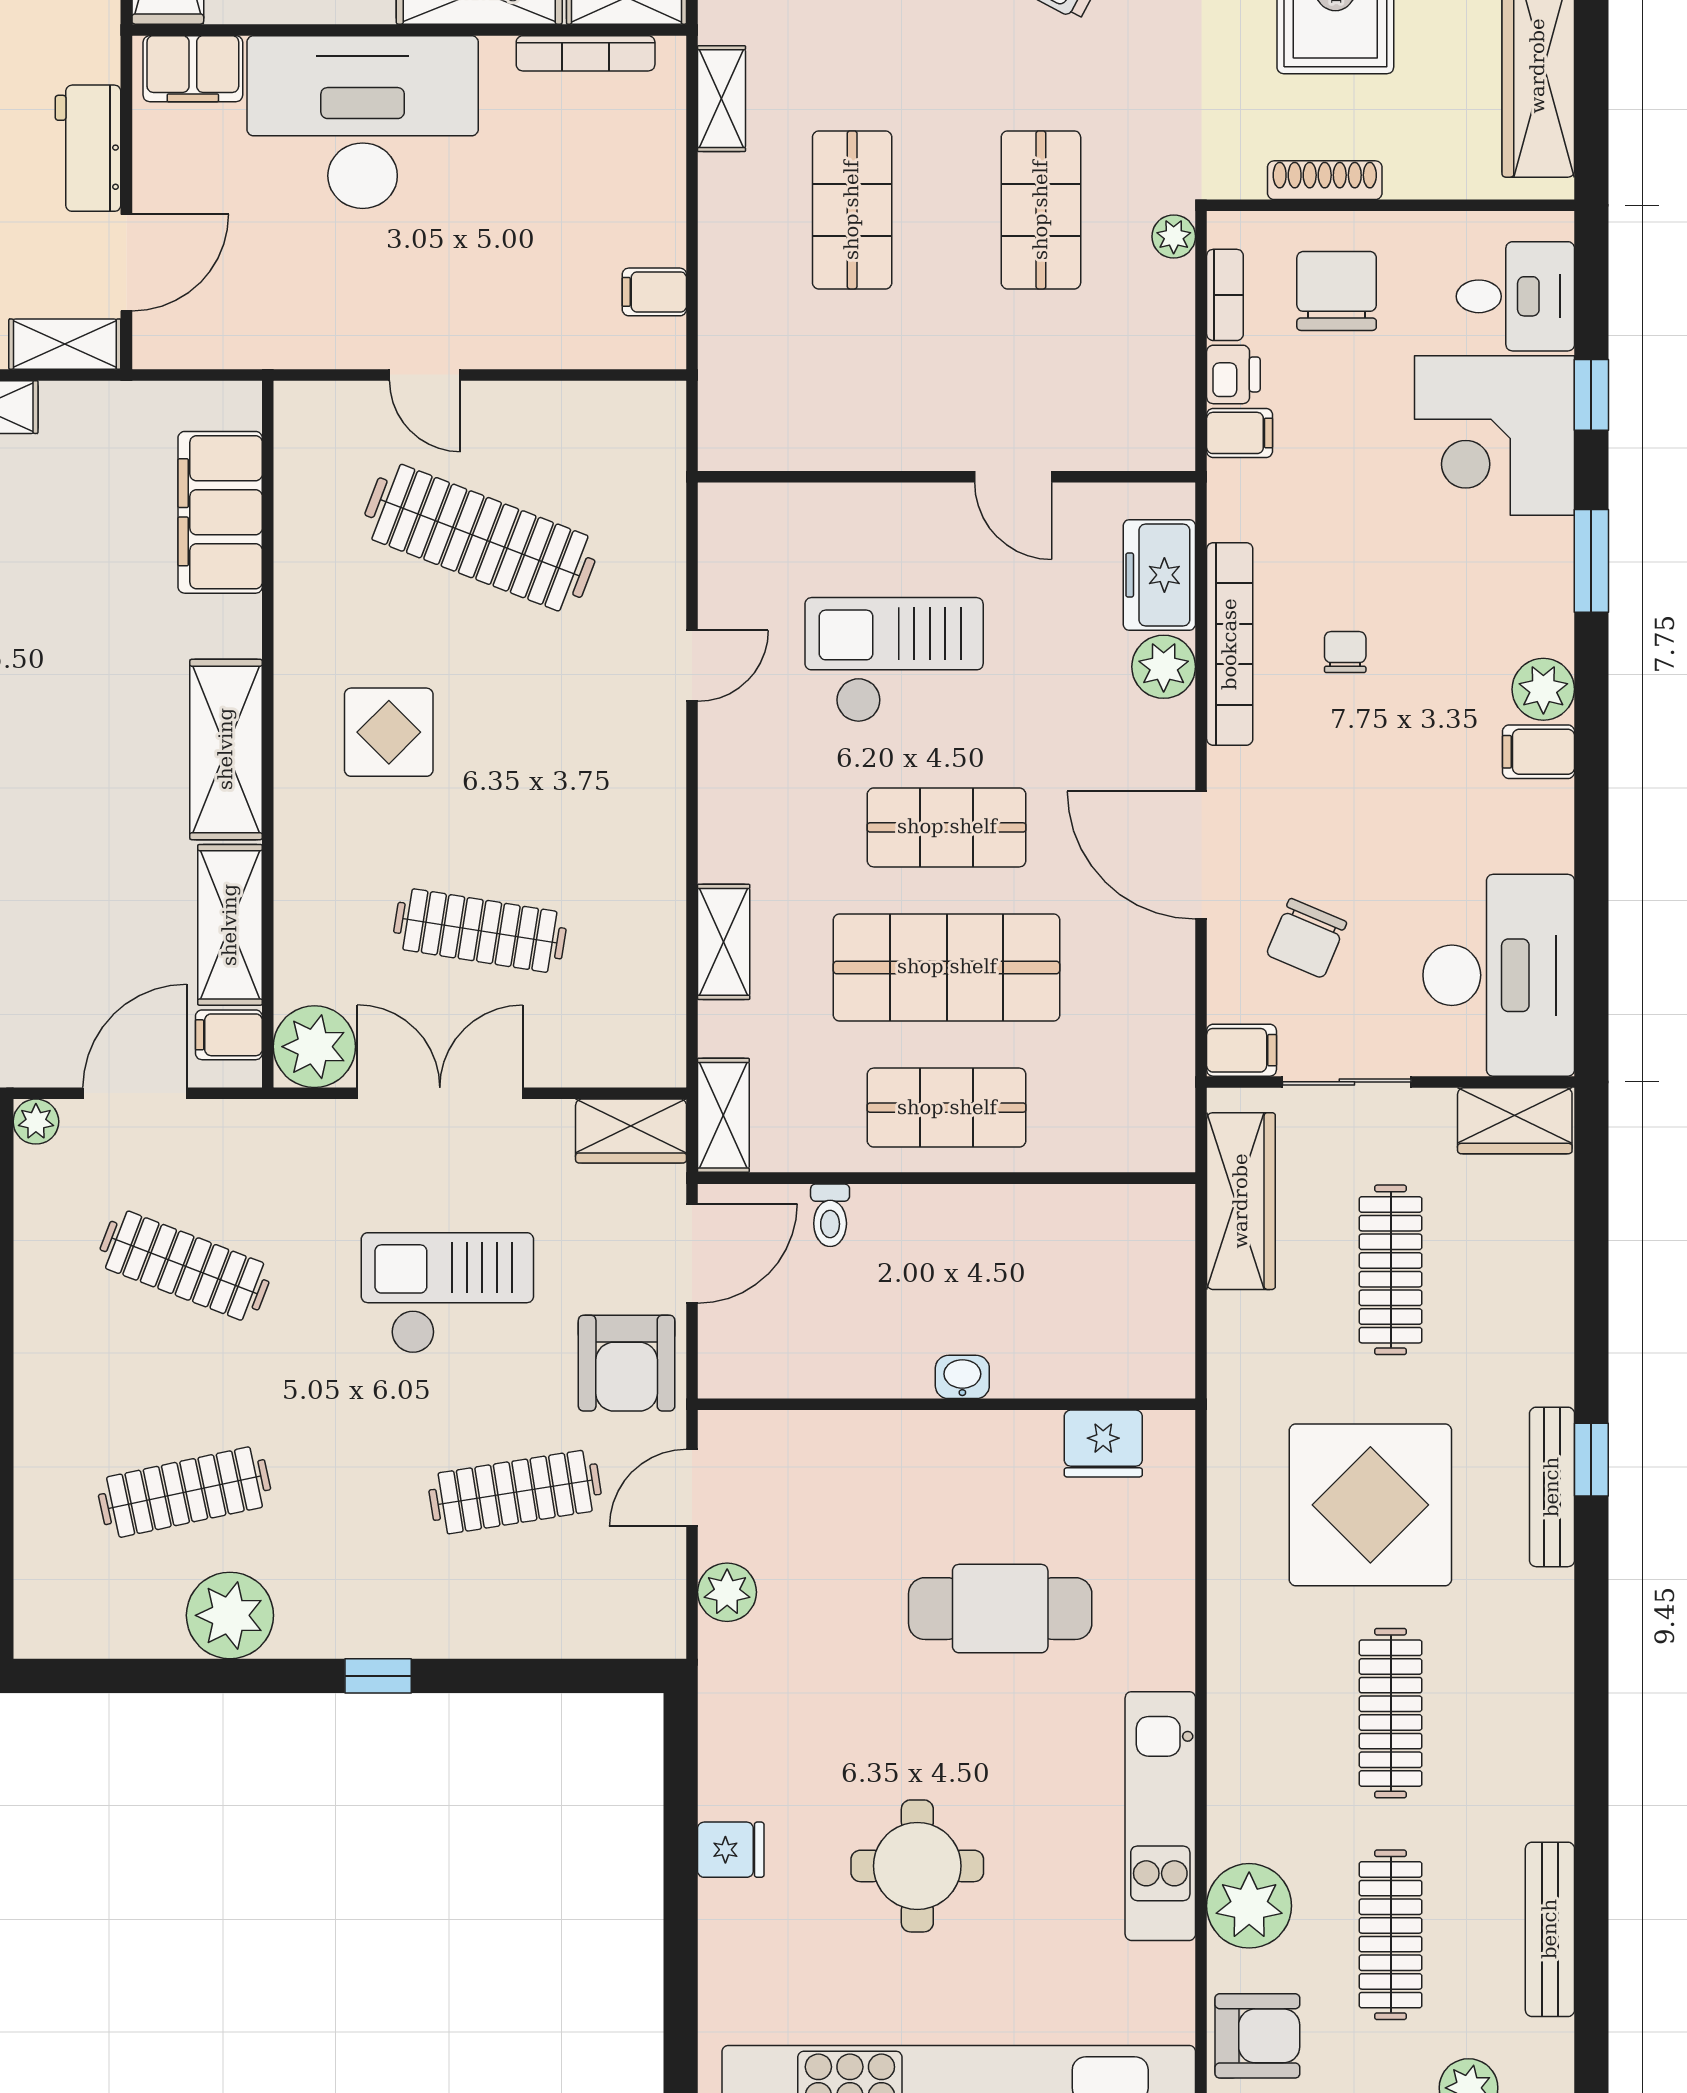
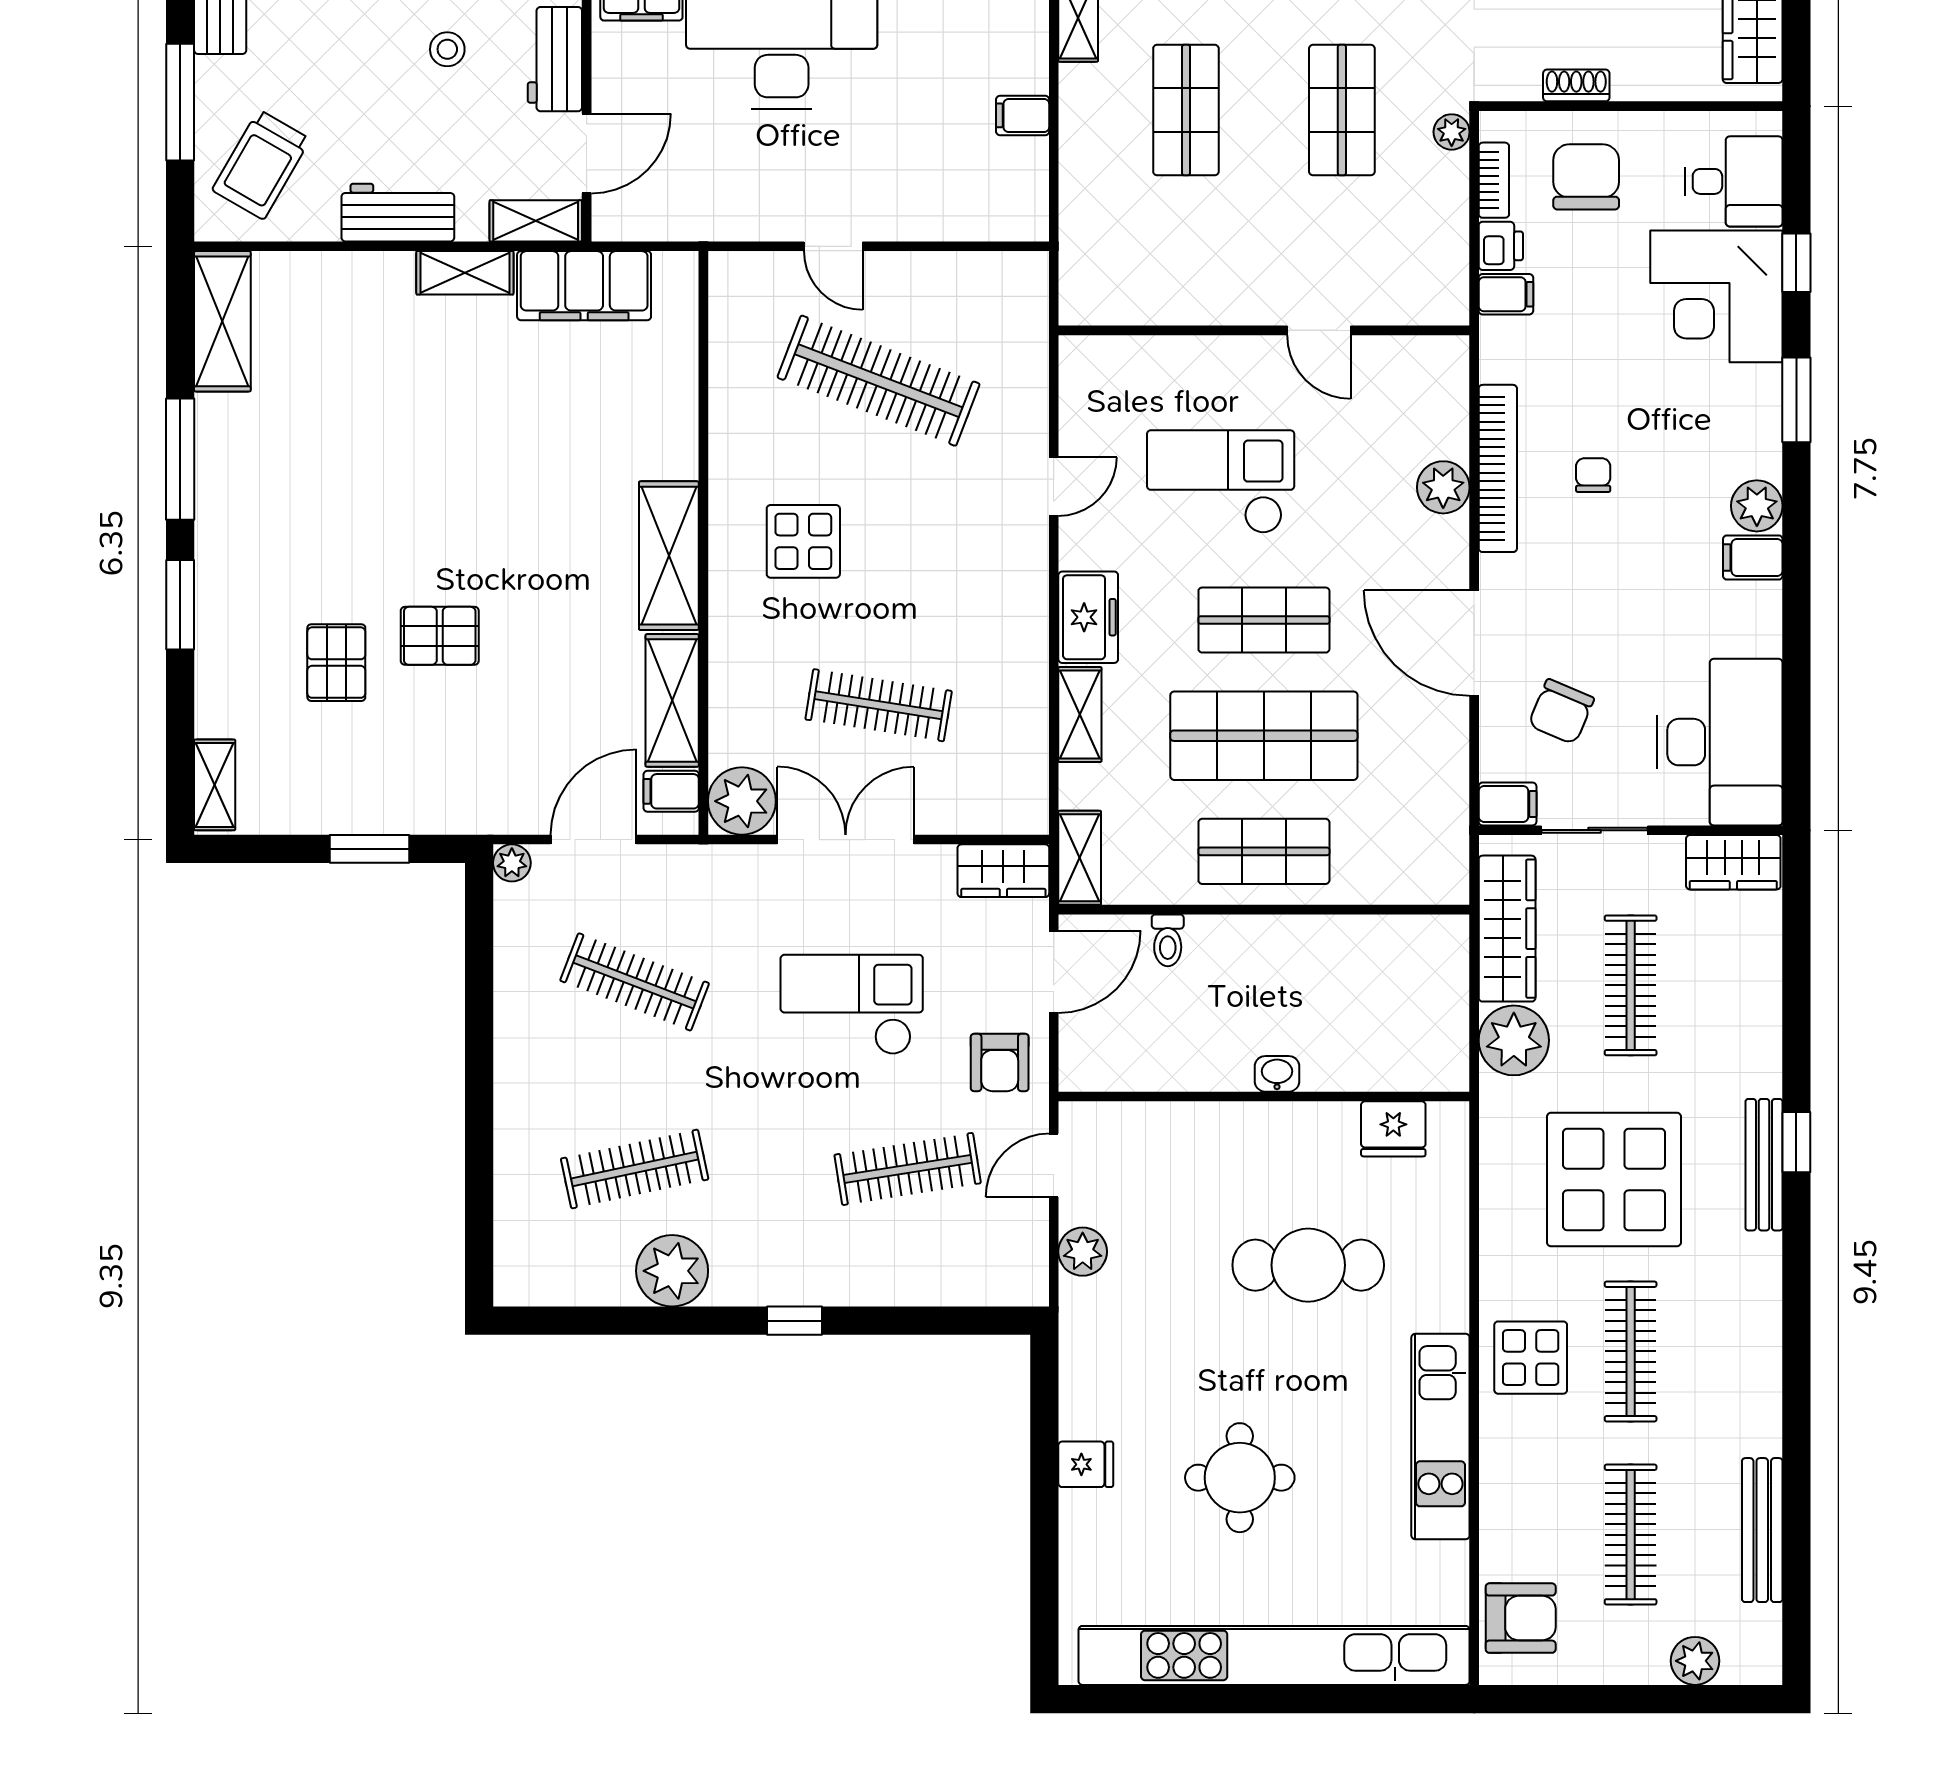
shoe rack: (1325, 180) -> (1576, 85), width x0.70
filing cabinet: (654, 292) -> (1023, 115), moved
filing cabinet: (220, 512) -> (584, 286), moved, turned -90
freezer: (1159, 575) -> (1088, 617), moved, turned 180
armchair: (627, 1363) -> (1000, 1062), width x0.72, depth x0.72
display table: (1269, 1721) -> (1531, 1358), added
plant: (1249, 1906) -> (1514, 1040), moved

